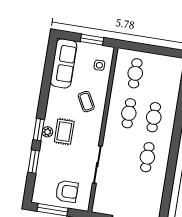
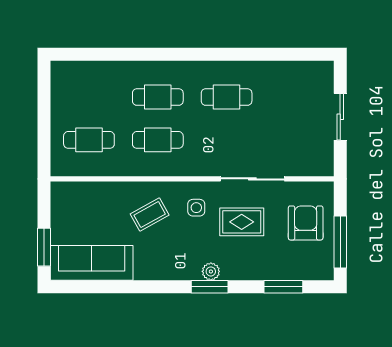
window: (92, 40) -> (44, 247), moved
side table: (99, 65) -> (196, 208), moved
rug: (64, 132) -> (242, 222), moved
window: (34, 162) -> (283, 287), moved

